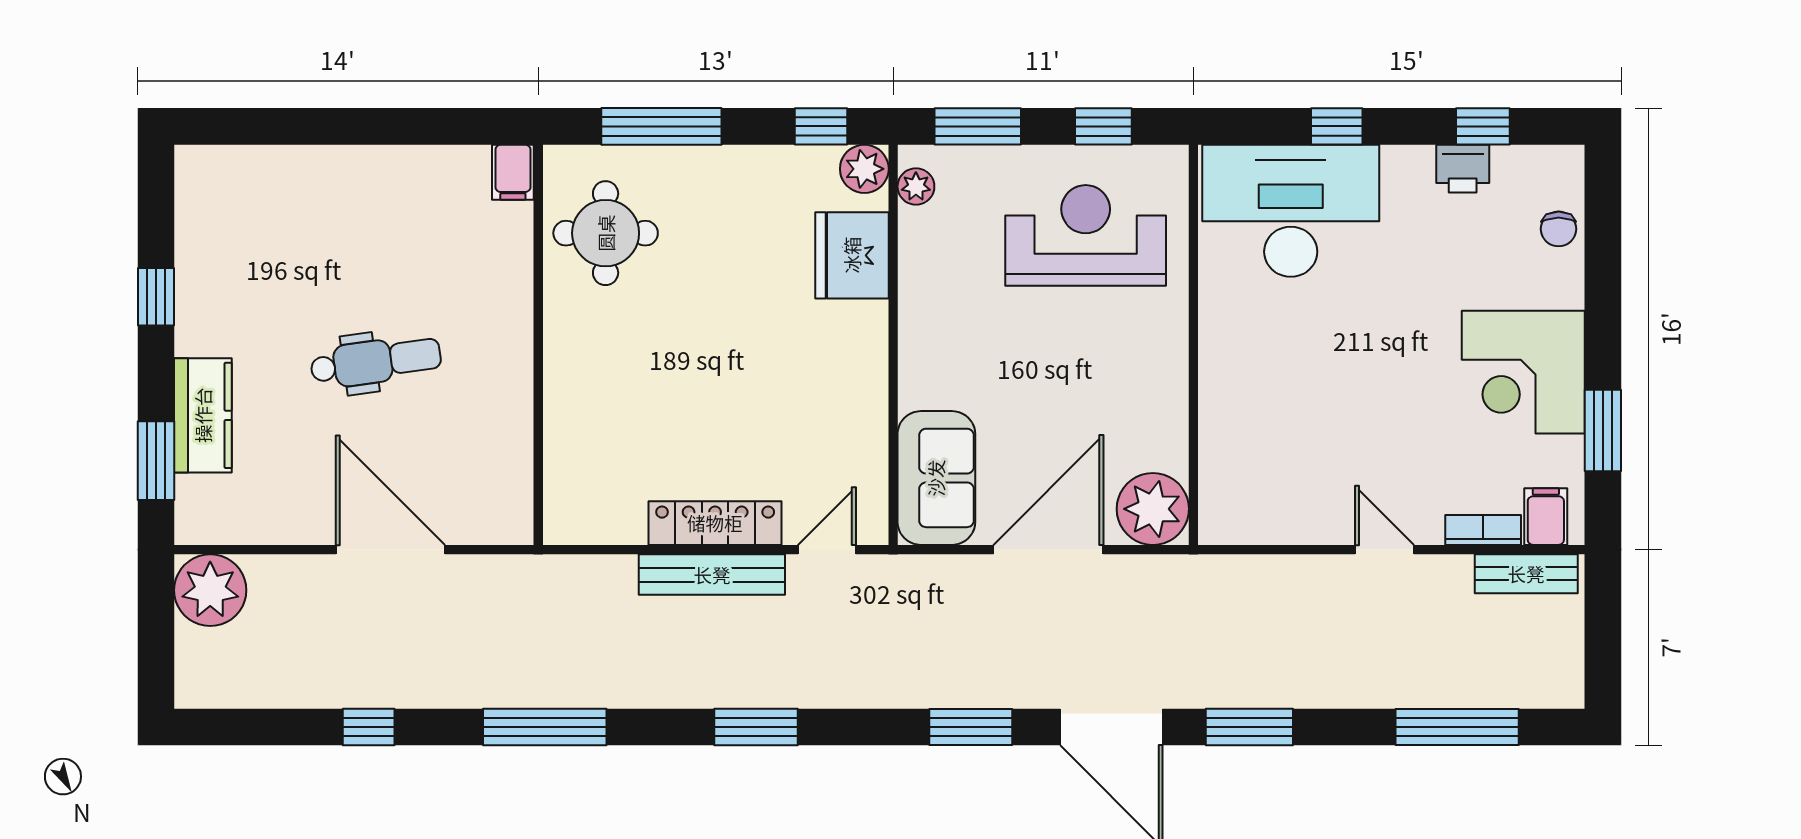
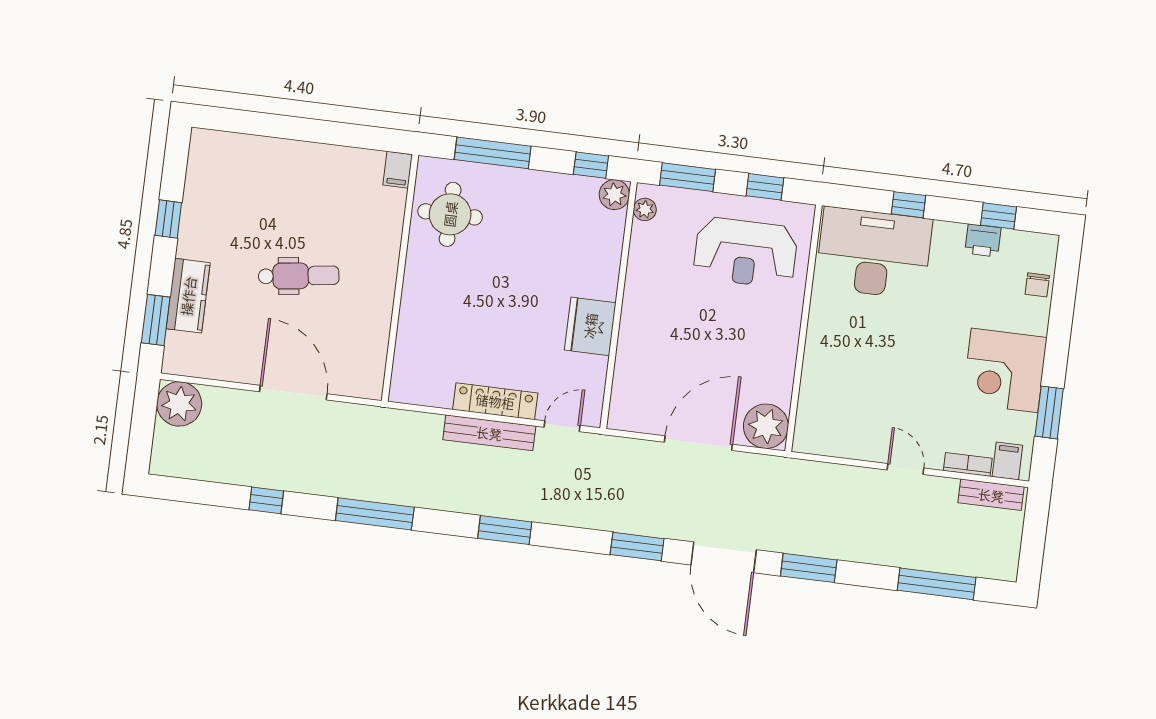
reception desk: (1086, 235) -> (746, 253), turned 180
fridge: (852, 255) -> (590, 326), moved
sofa: (936, 478) -> (635, 391), removed

